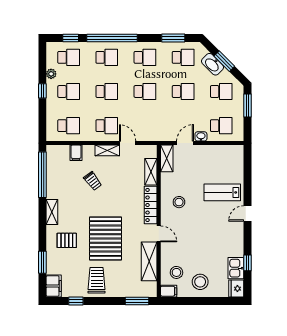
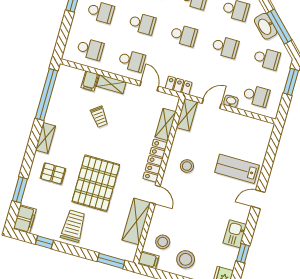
window: (224, 61) -> (279, 27), width x1.44
locker: (153, 135) -> (179, 85), added
shelving: (107, 150) -> (111, 84), moved
kitchen sink: (236, 268) -> (235, 234), moved

